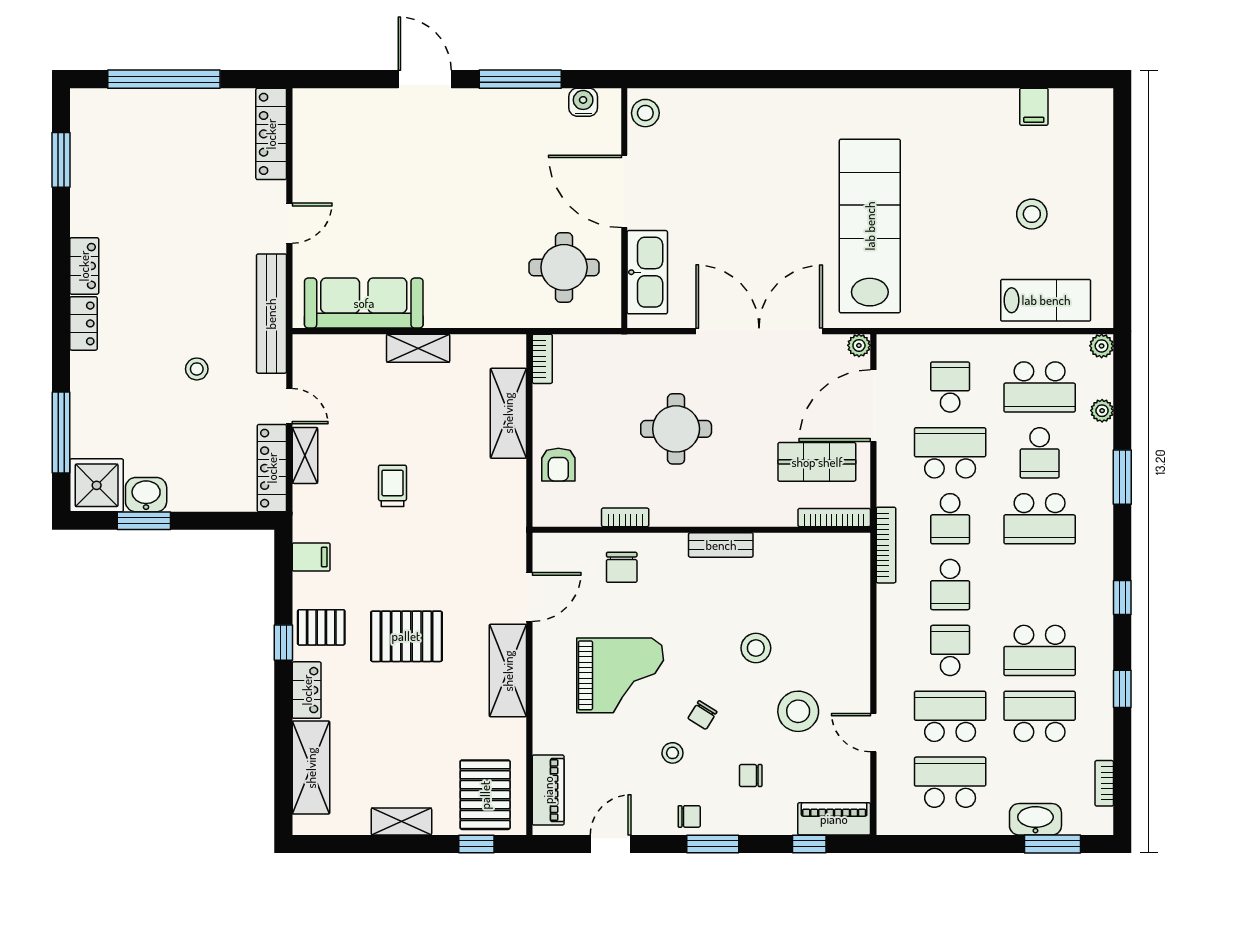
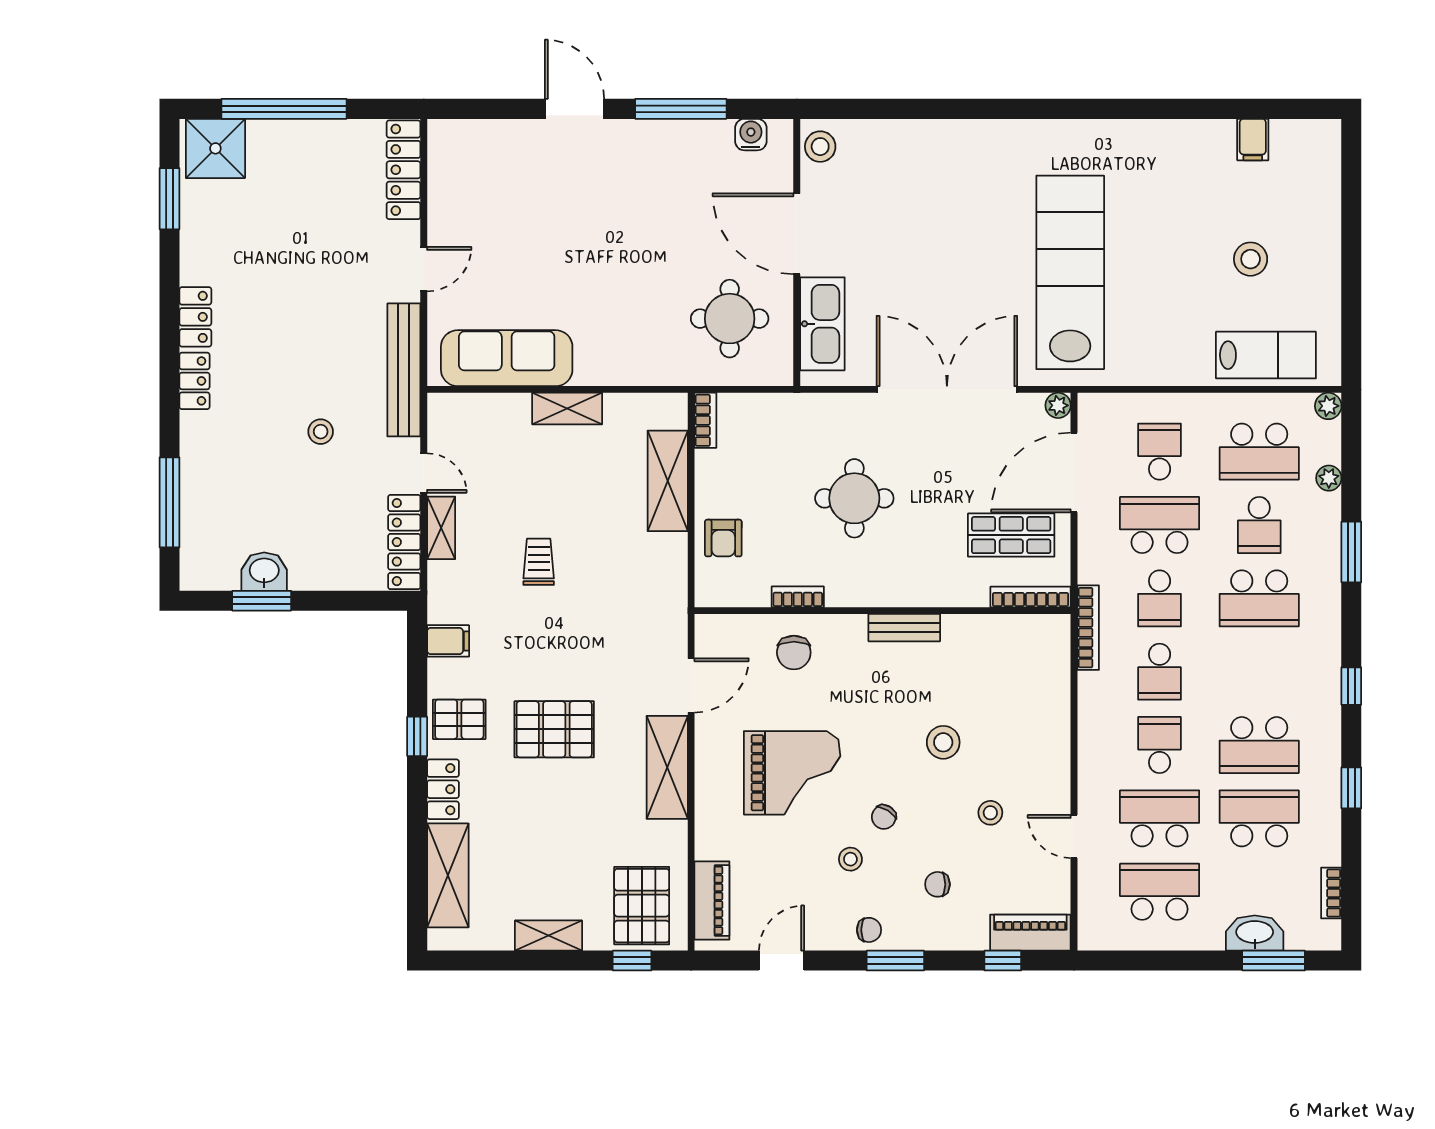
shower: (97, 485) -> (215, 148), moved
stool: (798, 711) -> (990, 813), width x0.53, depth x0.53

